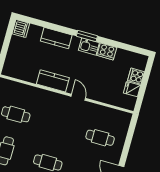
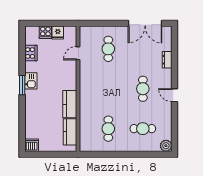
kitchen counter: (56, 38) -> (70, 132), moved, turned 180
cooker: (107, 51) -> (31, 53), moved
door: (78, 97) -> (78, 53), moved

